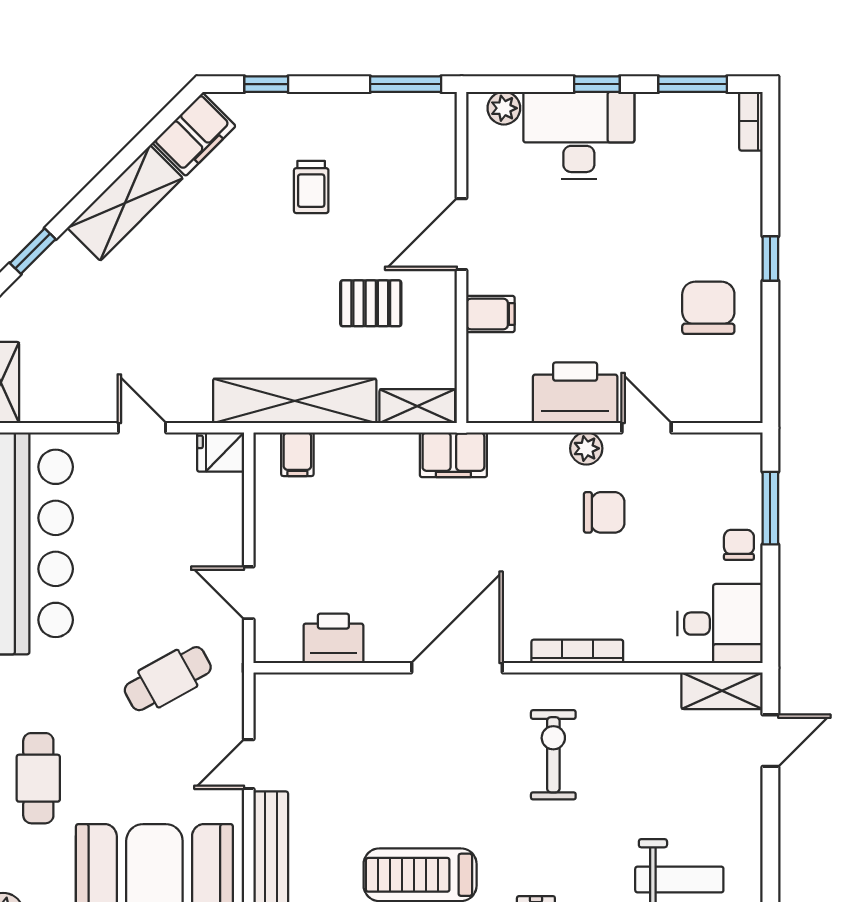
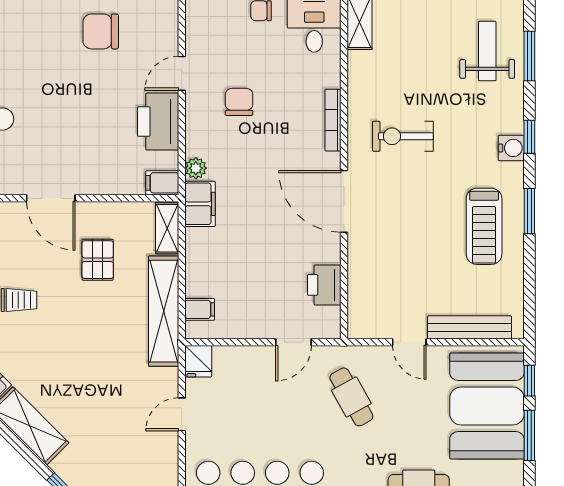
filing cabinet: (490, 314) -> (162, 183), moved, turned -90
plant: (586, 448) -> (196, 168), moved

